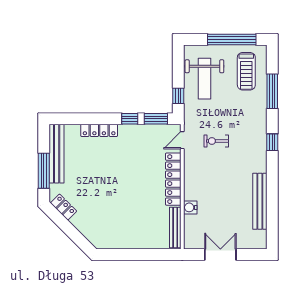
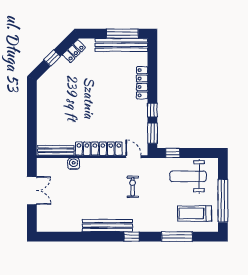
window: (44, 171) -> (122, 34), moved
bench: (260, 201) -> (107, 226), moved
window: (71, 232) -> (52, 58), added

